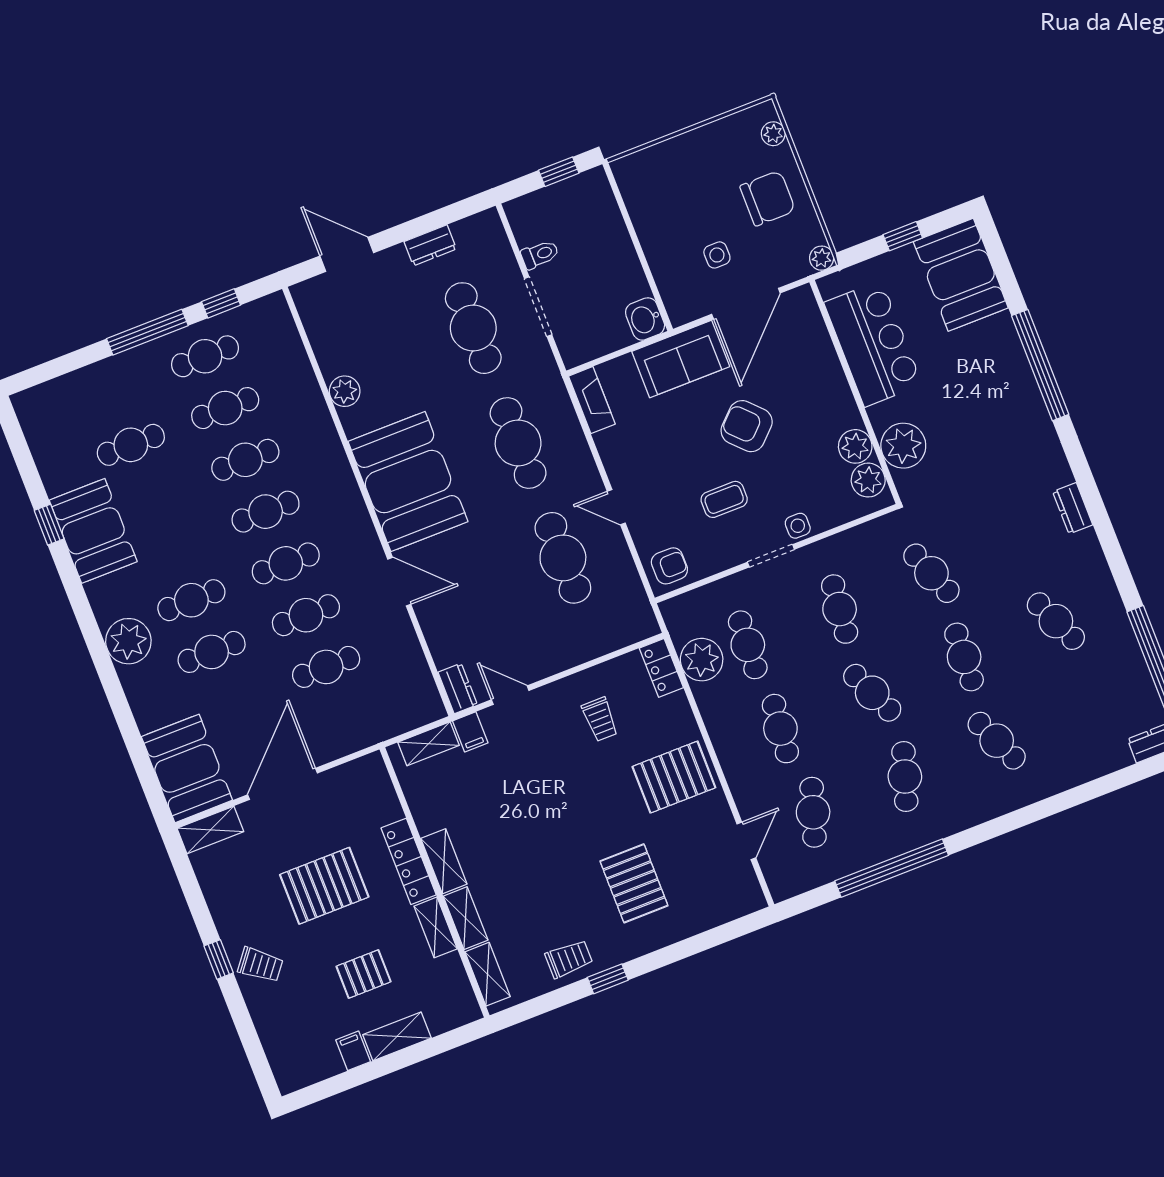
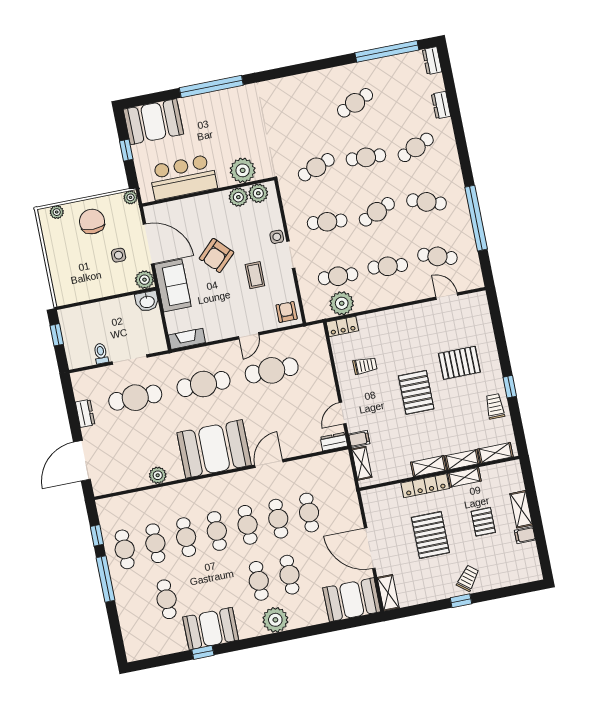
door: (347, 254) -> (82, 461), width x1.36
plant: (682, 308) -> (144, 280), added
dresser: (1073, 508) -> (441, 105), moved, turned 90
pallet: (674, 777) -> (416, 392), moved

